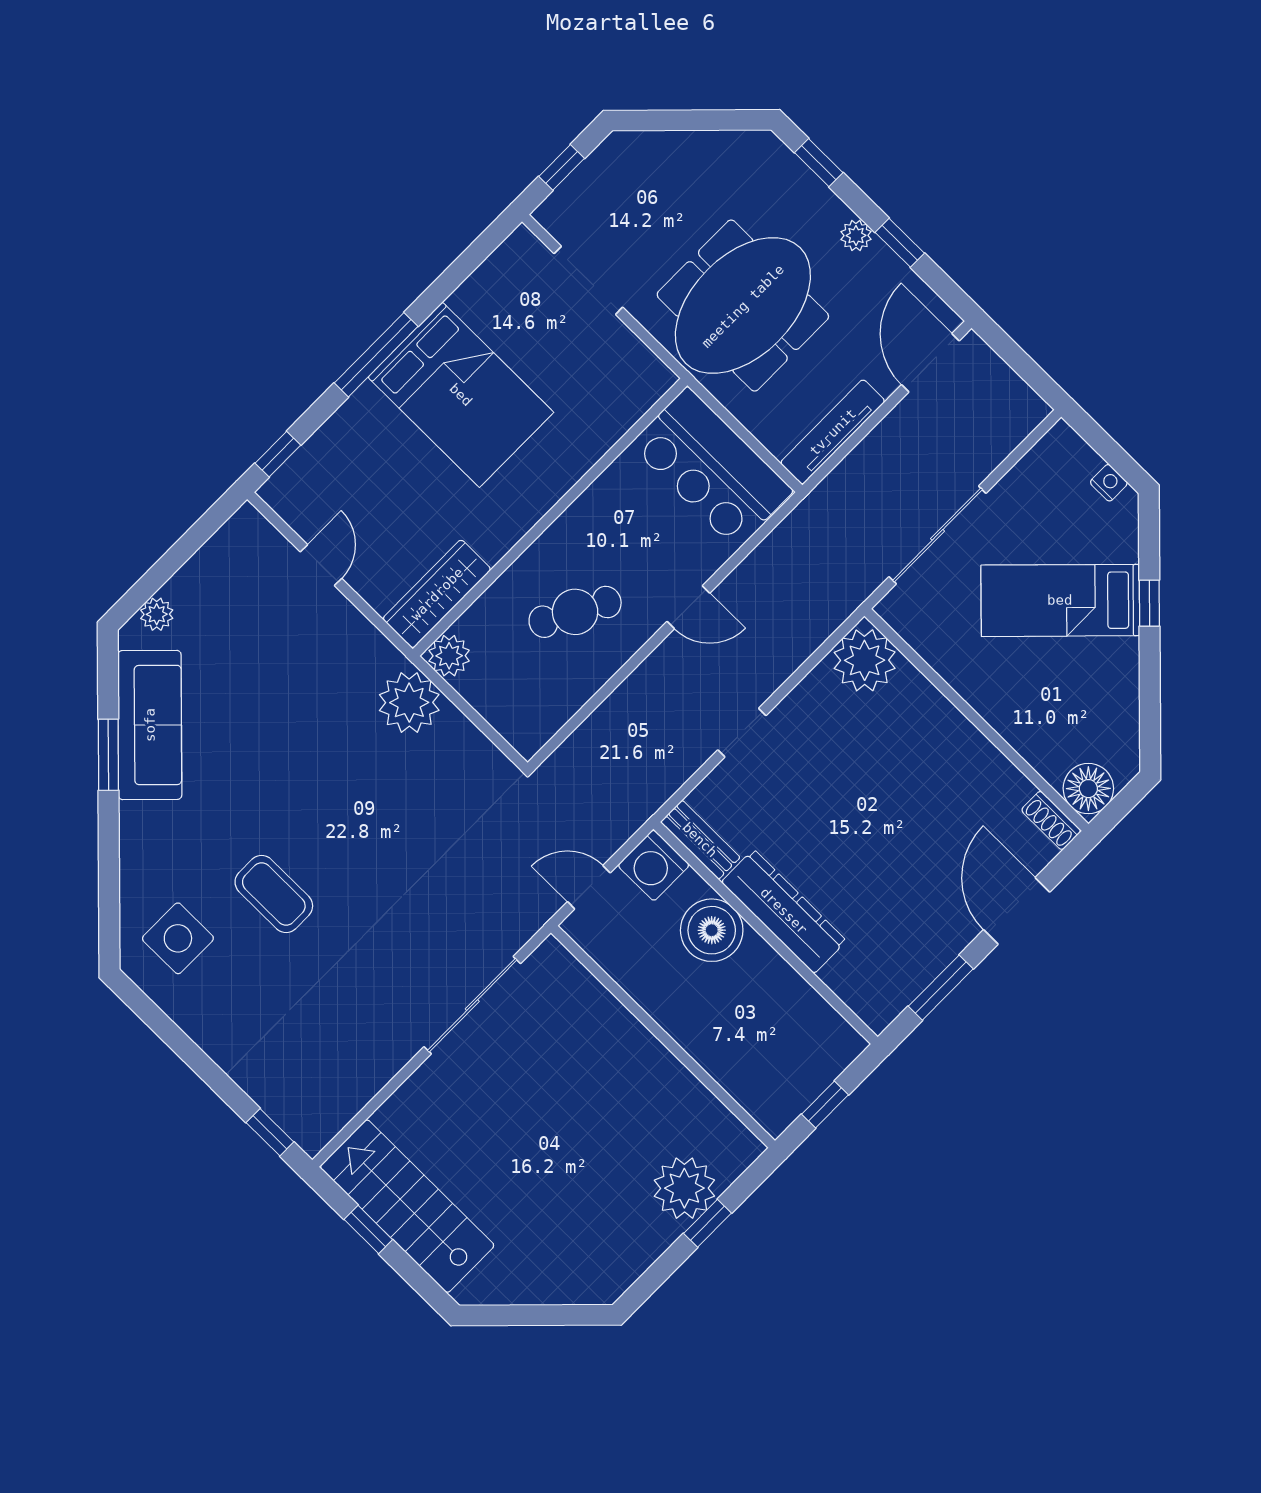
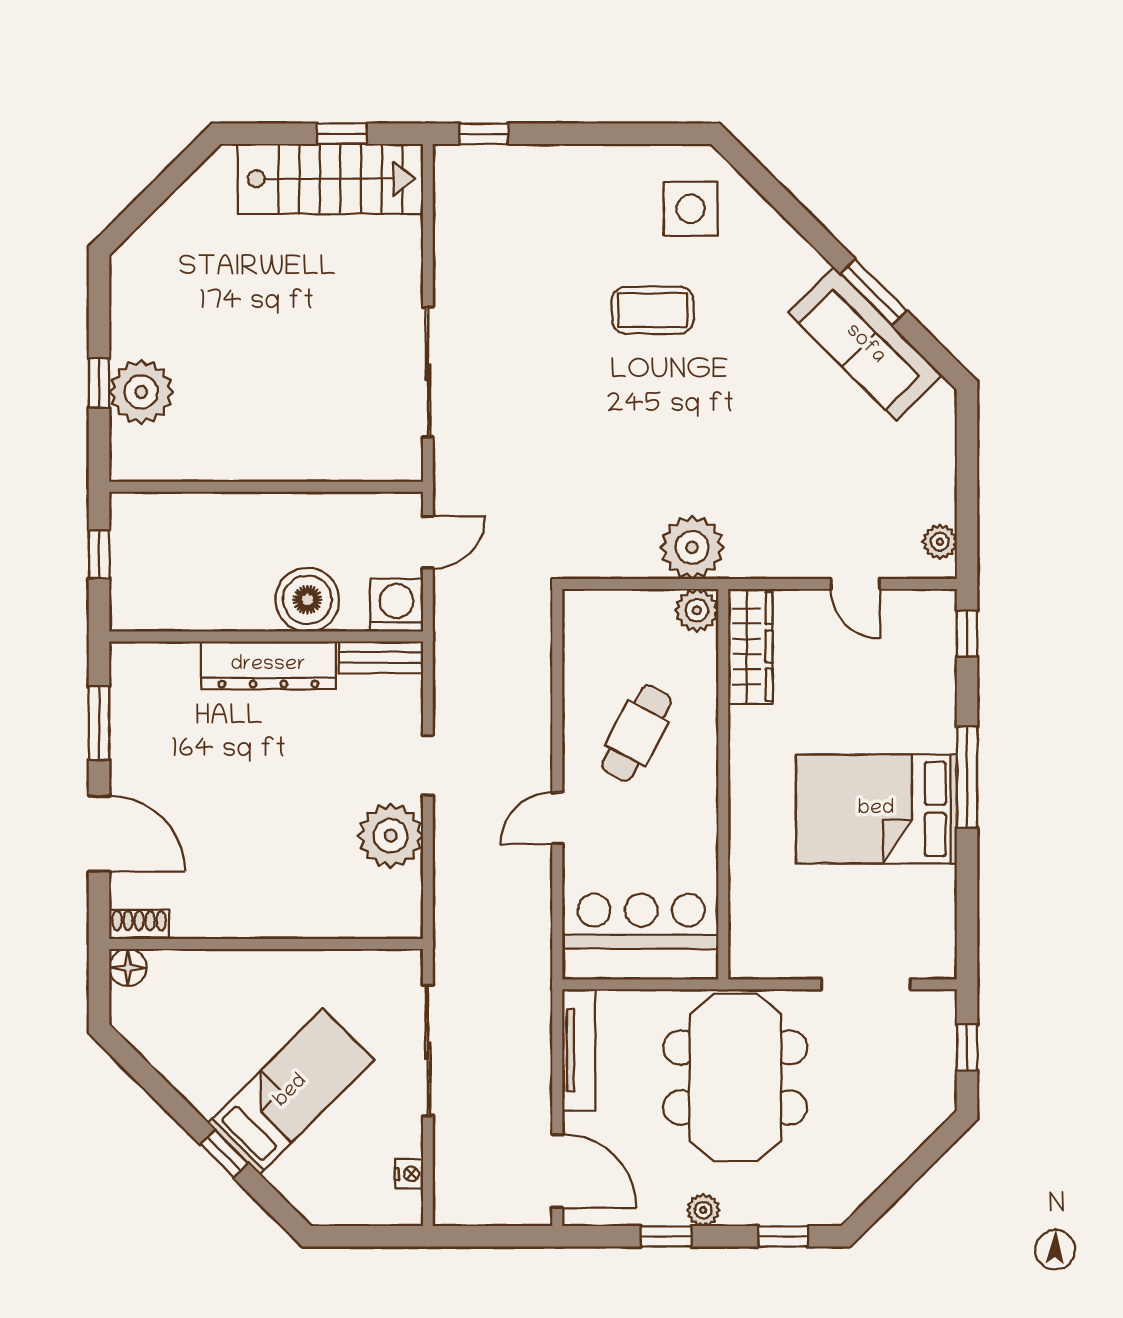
nightstand: (1109, 483) -> (409, 1174), moved, turned -90
plant: (157, 614) -> (940, 542), moved
plant: (865, 660) -> (391, 836), moved
floor lamp: (1088, 789) -> (128, 968), width x0.73, depth x0.73

